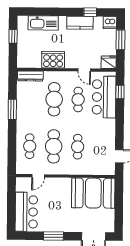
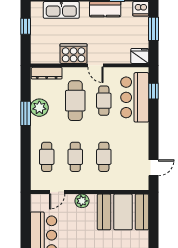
door: (84, 70) -> (95, 65), moved
plant: (24, 105) -> (39, 108), added
cafe table: (54, 146) -> (75, 157), width x0.73, depth x0.74
plant: (59, 183) -> (82, 201), added

